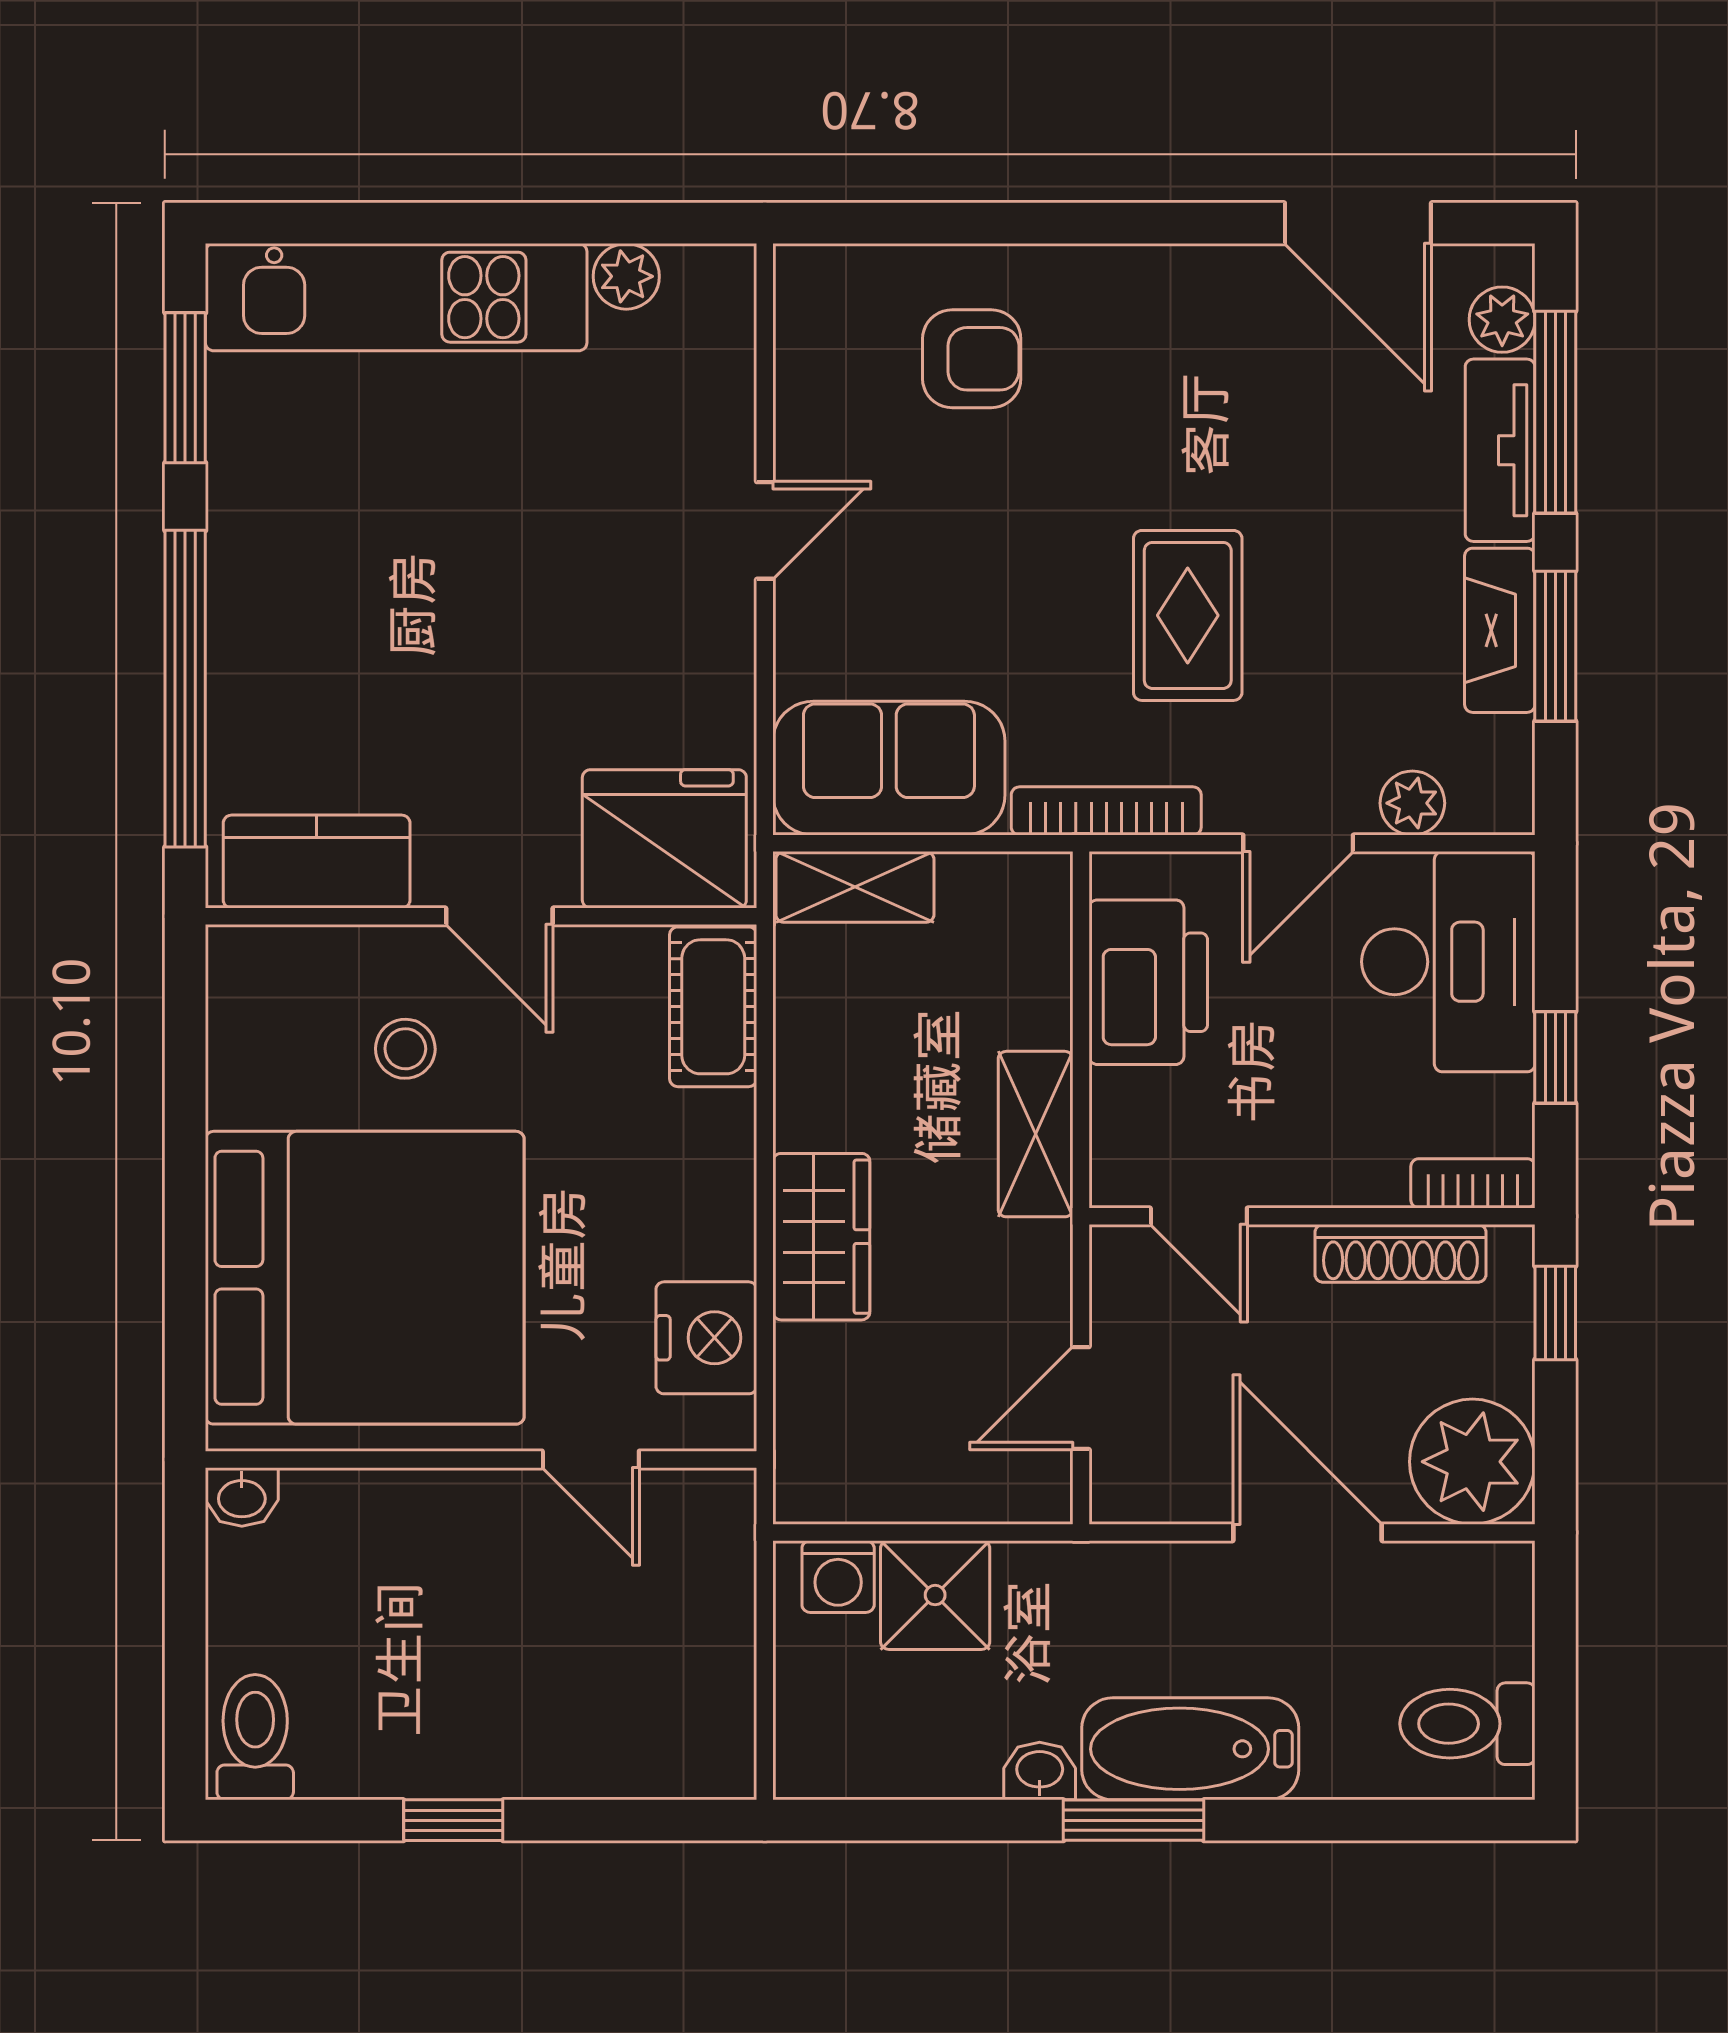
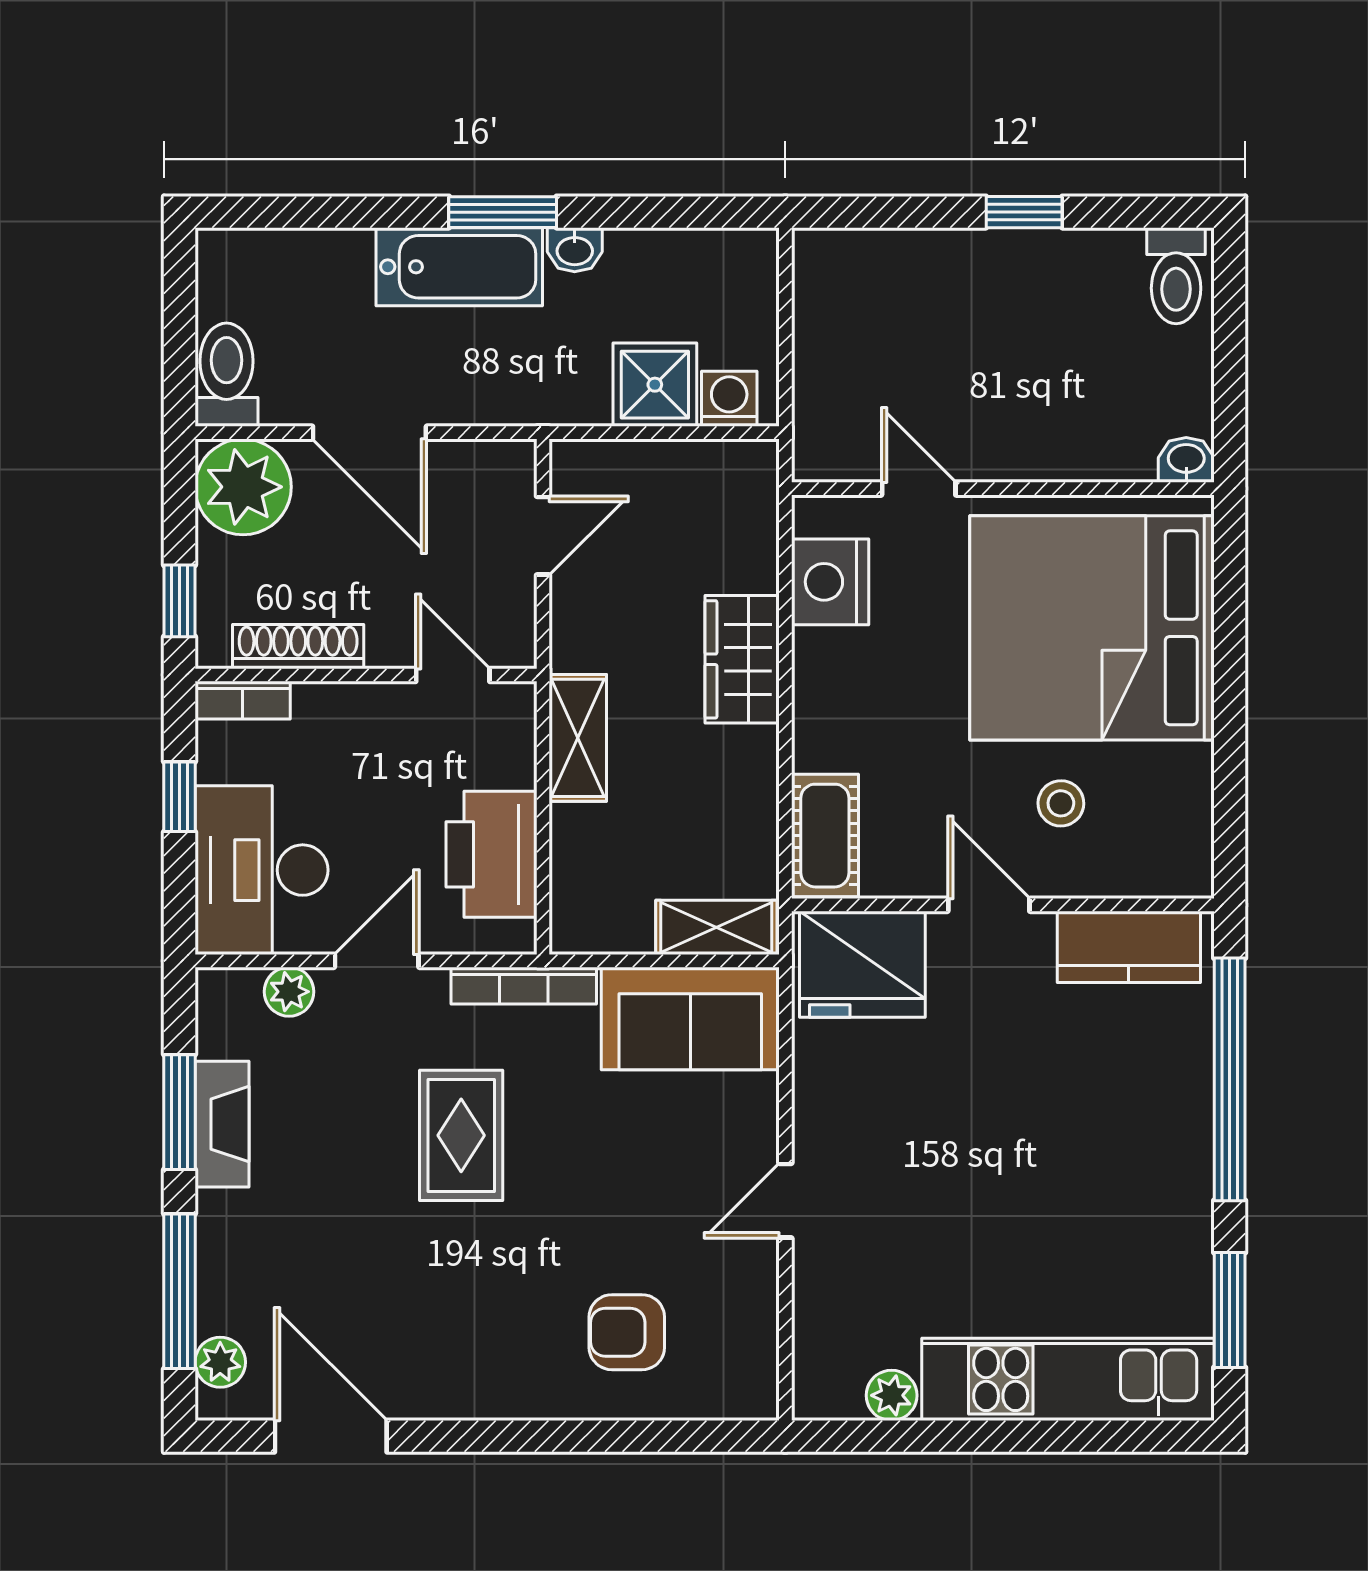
tv unit: (1500, 450) -> (222, 1262), removed
toilet: (1467, 1724) -> (226, 375), moved, turned -90

